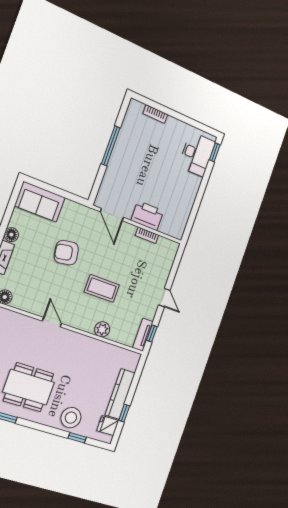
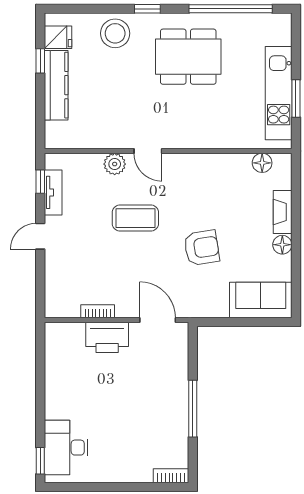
bookcase: (155, 114) -> (171, 476), moved
door: (164, 298) -> (40, 236), hinge flipped
door: (52, 322) -> (148, 151), moved
tv unit: (143, 335) -> (53, 192), moved
window: (77, 438) -> (147, 9), moved

